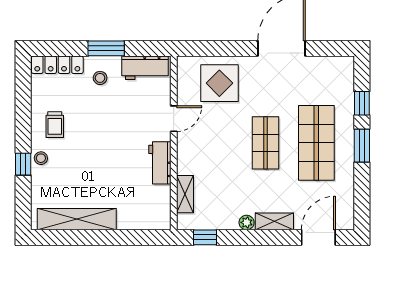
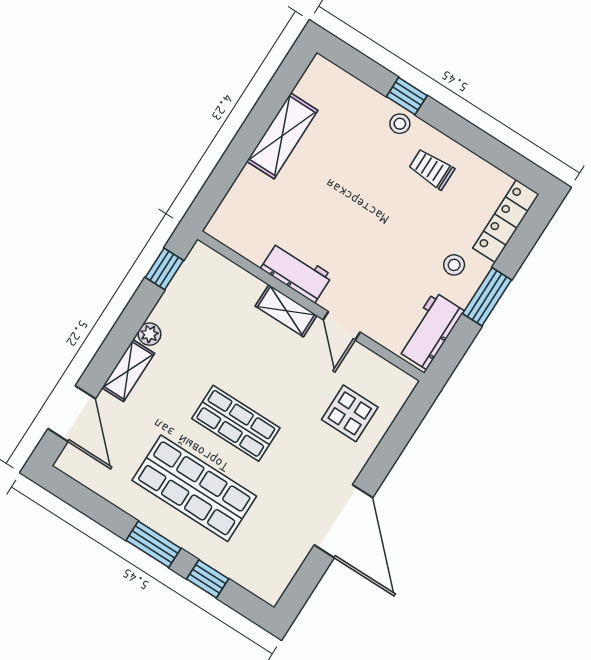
display table: (219, 83) -> (350, 413), width x0.73, depth x0.73
shelving: (185, 194) -> (286, 311), moved
shelving: (77, 219) -> (282, 136), width x0.68

